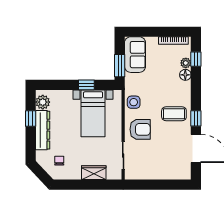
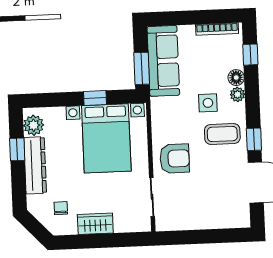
sofa: (135, 55) -> (163, 61), width x1.36
plant: (186, 63) -> (237, 94), moved
side table: (134, 102) -> (208, 103), moved
bed with nightstands: (93, 113) -> (106, 138), width x1.36
wardrobe: (94, 173) -> (95, 224), moved

